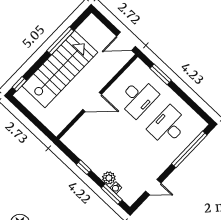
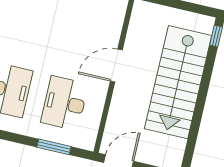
window: (60, 41) -> (197, 116), removed

